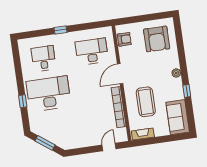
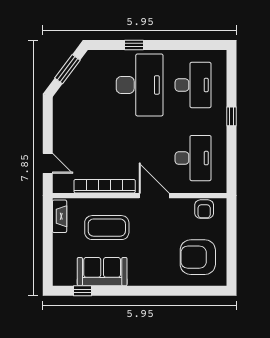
desk: (44, 58) -> (193, 85), width x1.37
plant: (176, 73) -> (143, 279), removed
window: (187, 91) -> (82, 291), moved
sofa: (178, 117) -> (102, 272), moved

